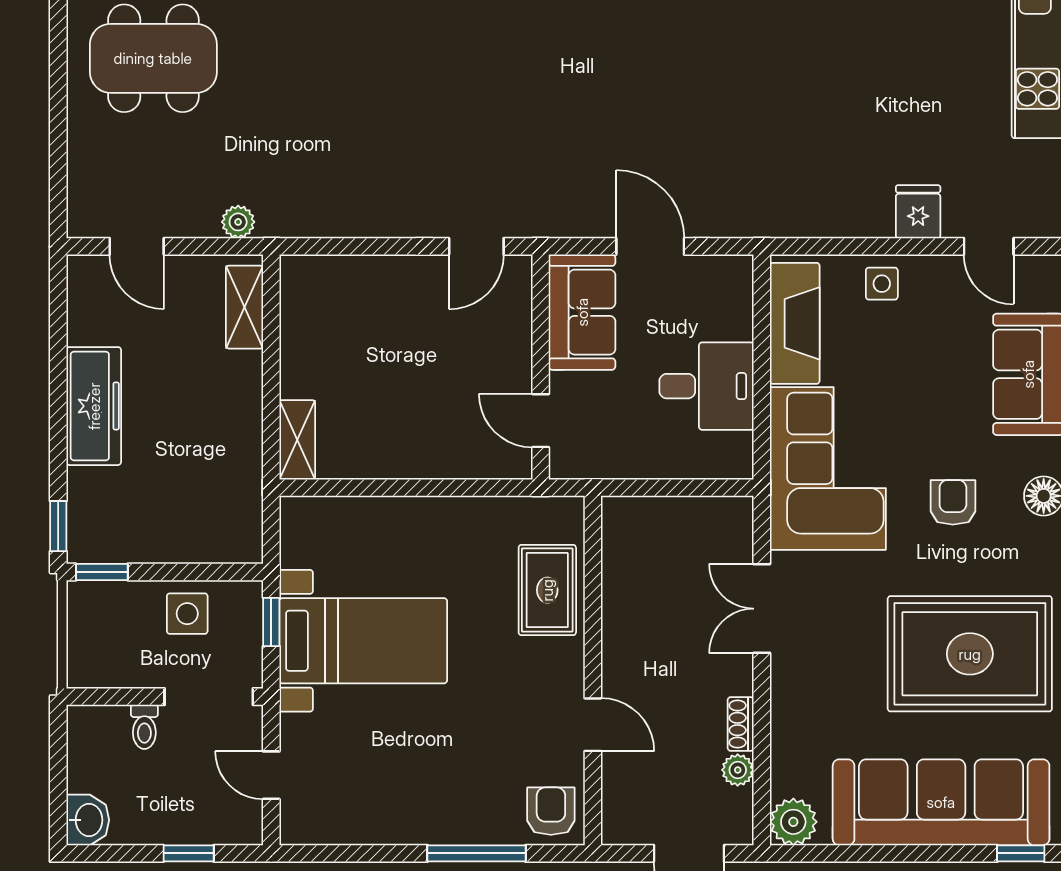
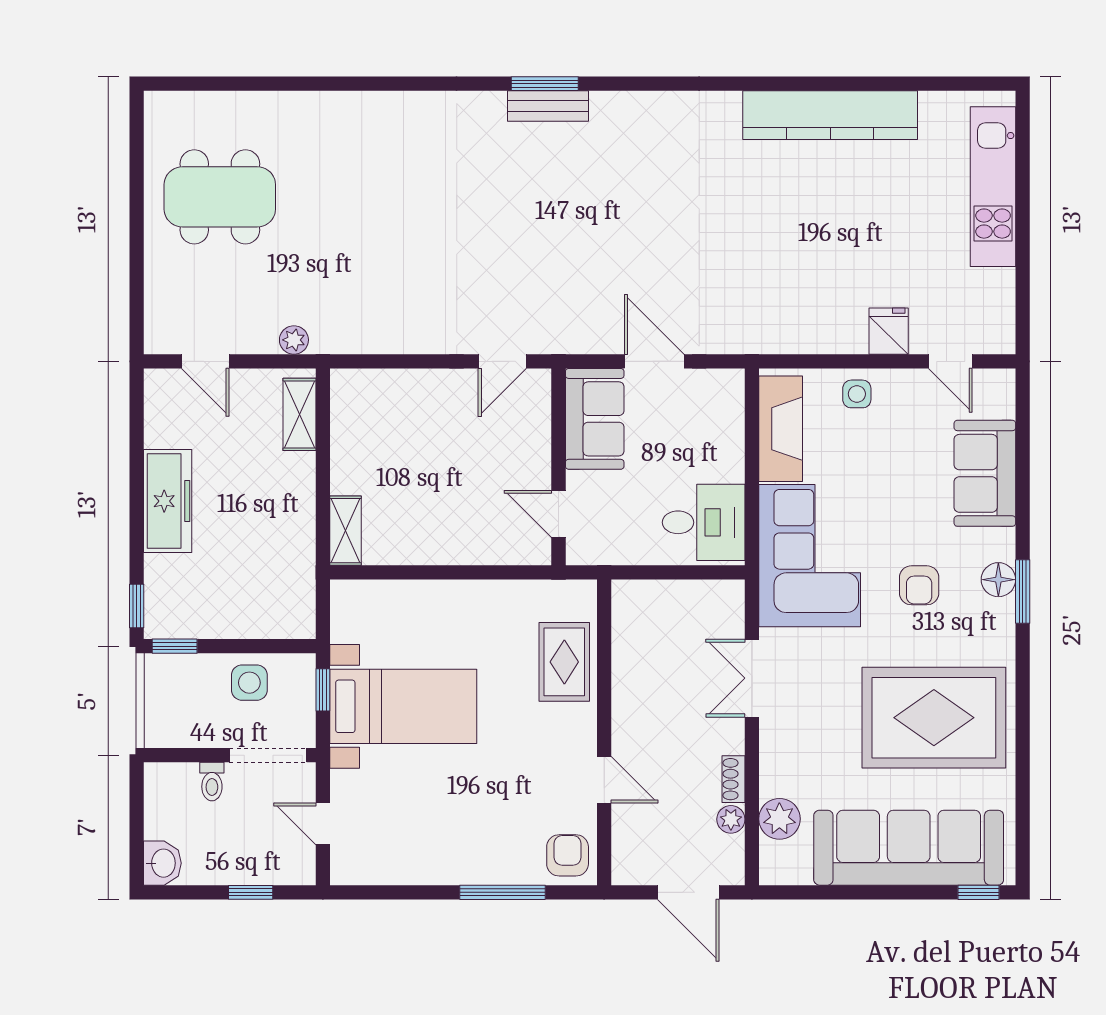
desk: (707, 386) -> (704, 522), moved
armchair: (953, 502) -> (919, 585), turned 180
plant: (793, 822) -> (779, 819), moved

